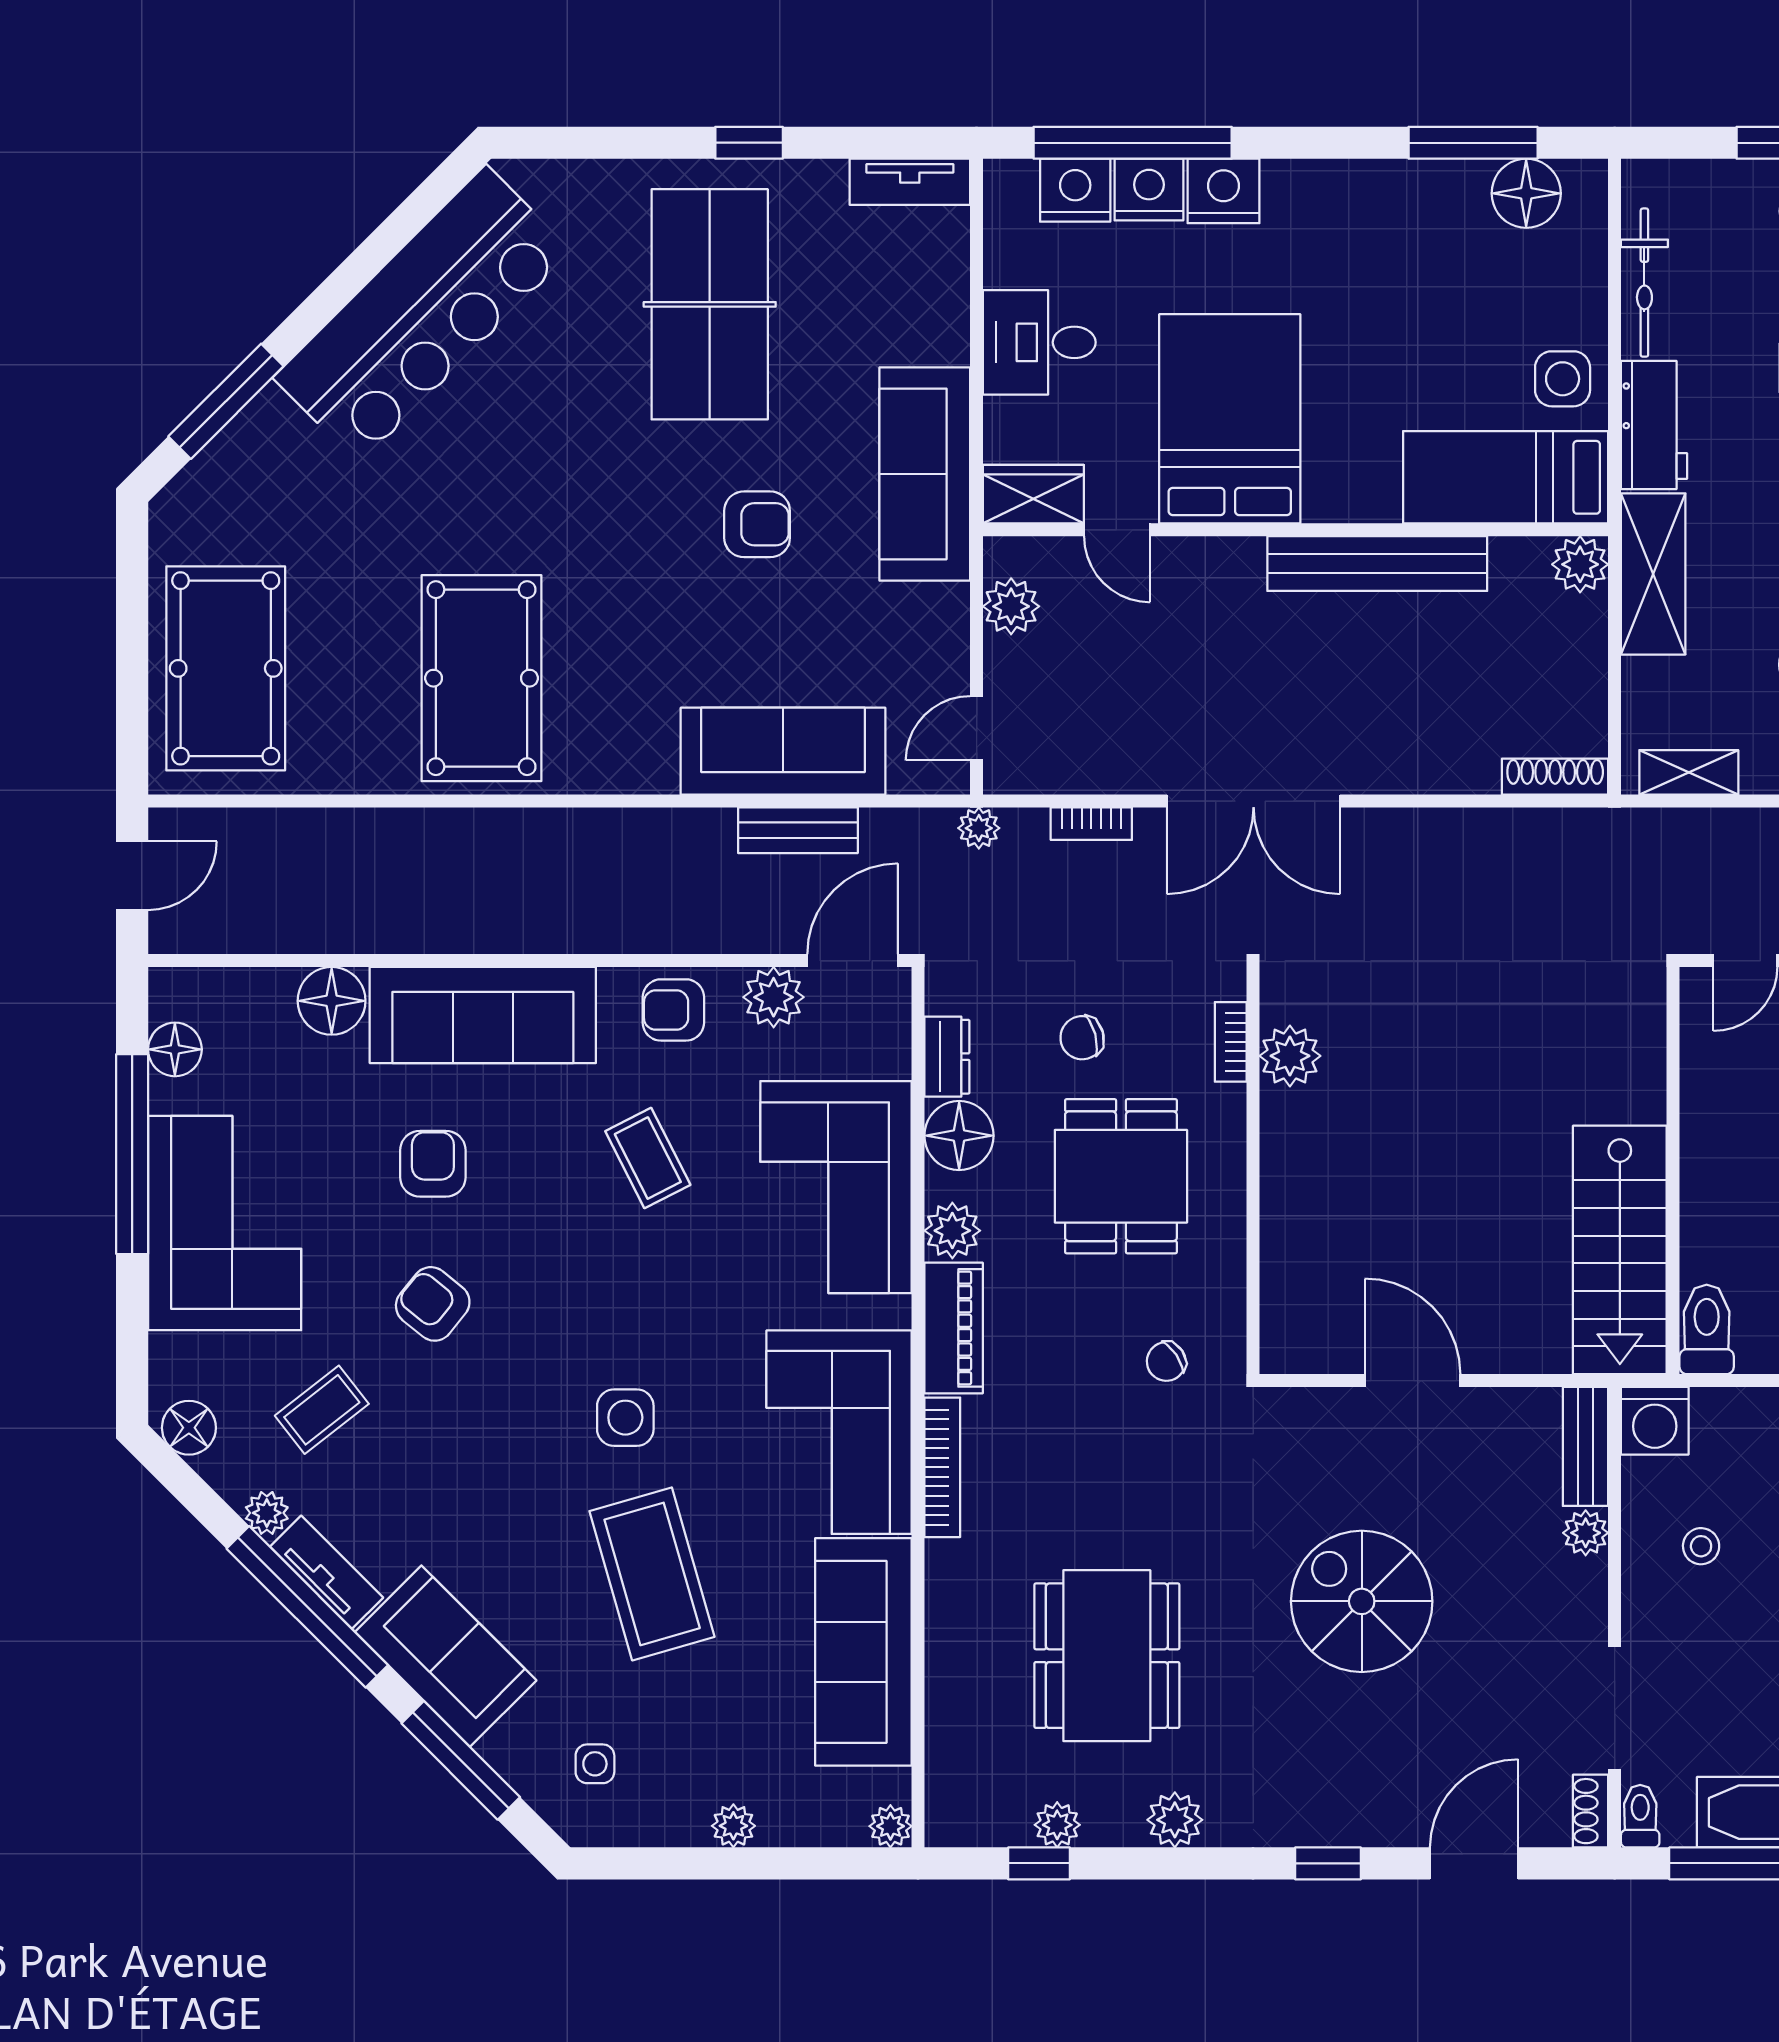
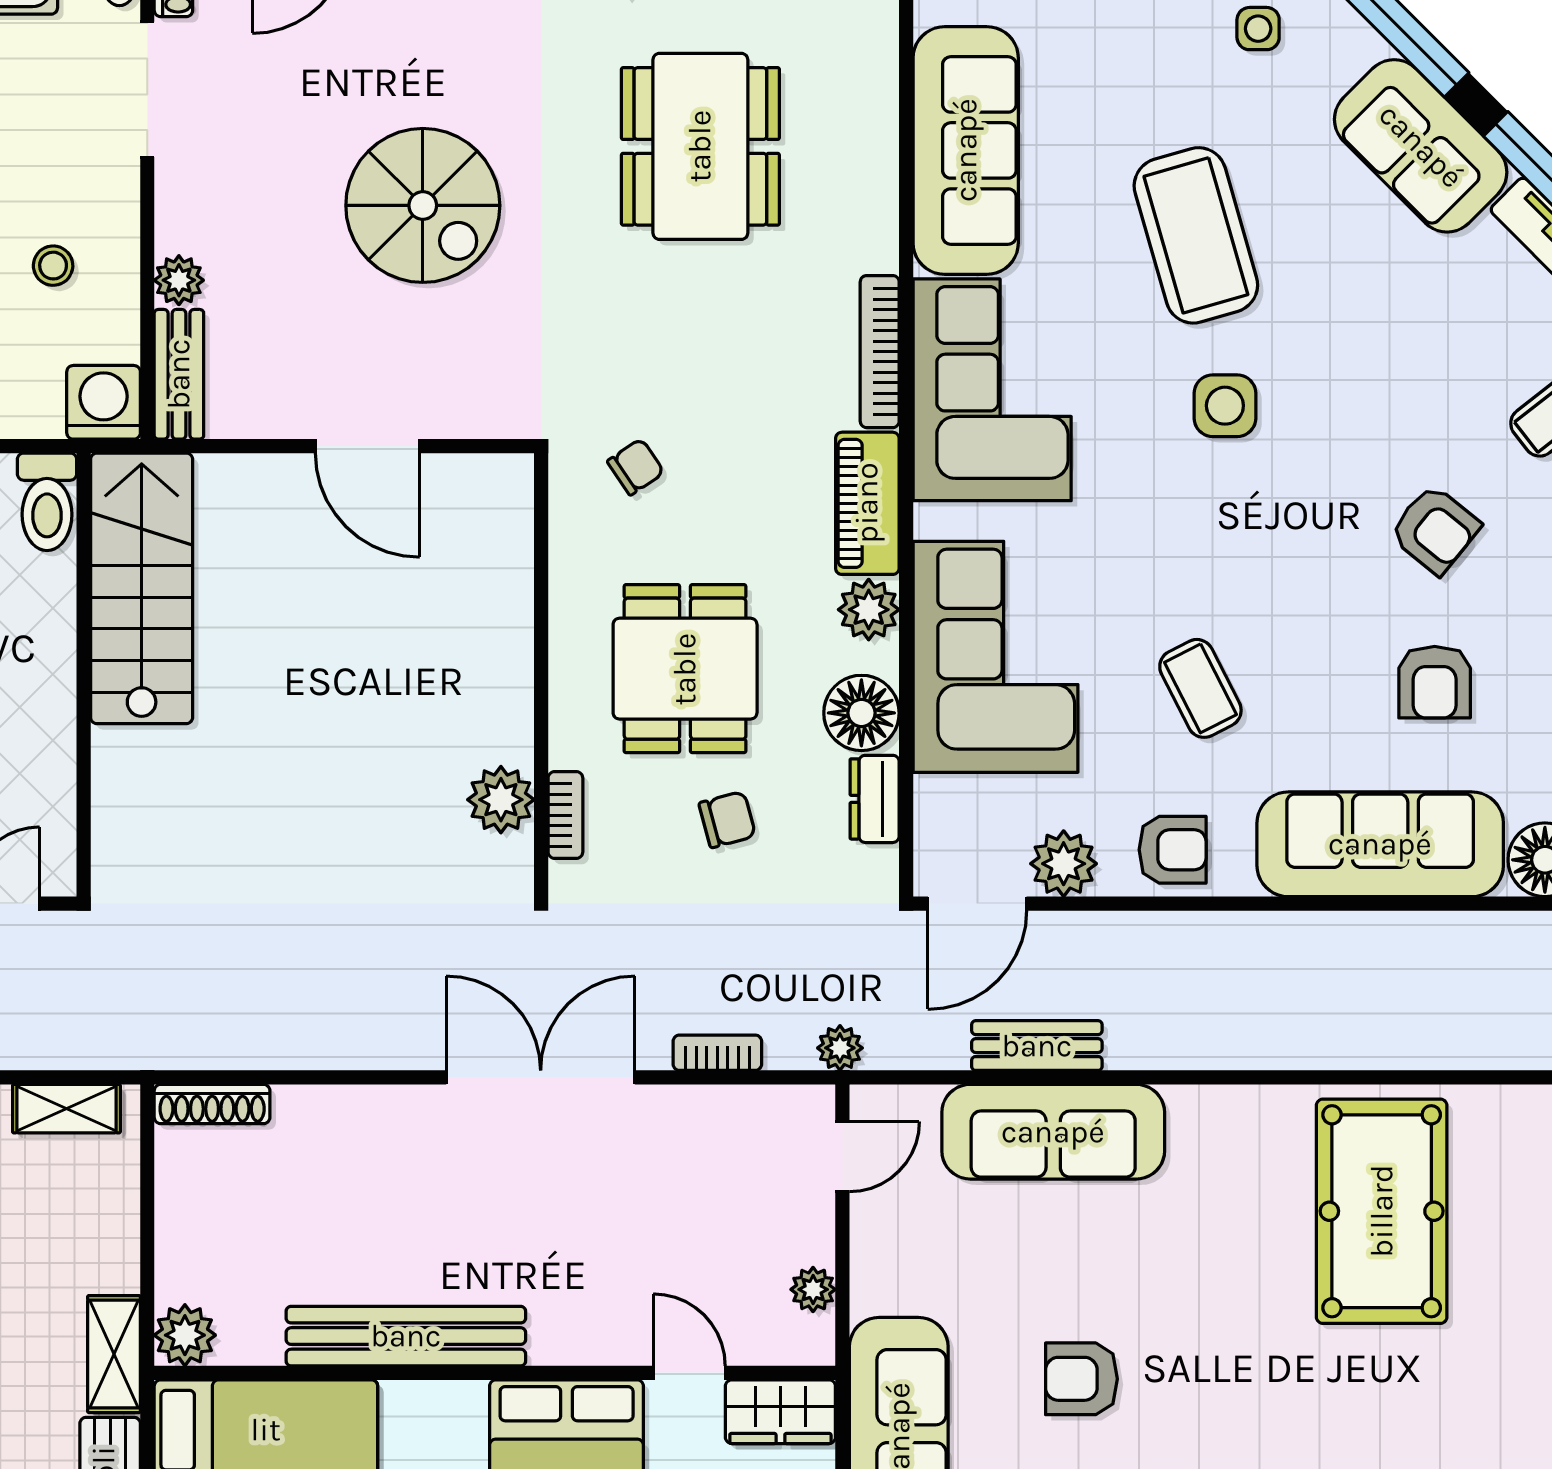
shelving: (1653, 574) -> (114, 1354), width x0.67, depth x0.75
plant: (1011, 606) -> (813, 1289), width x0.73, depth x0.73

